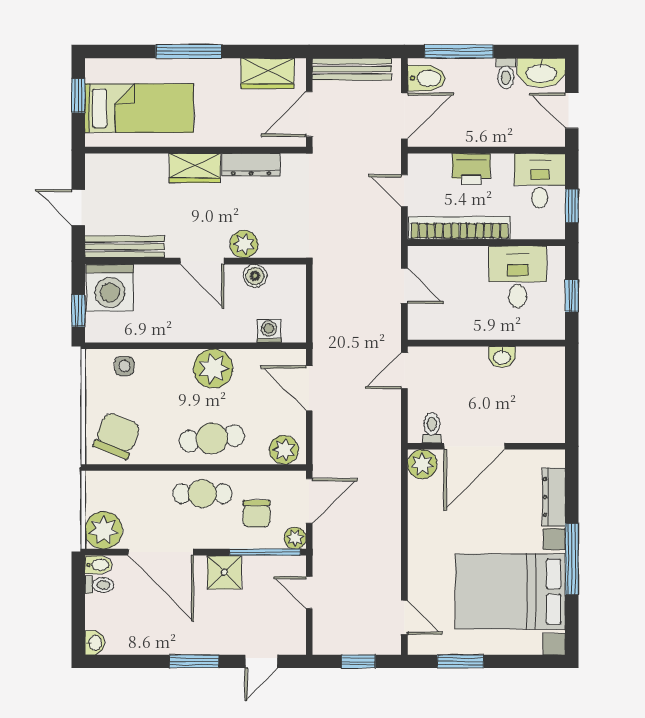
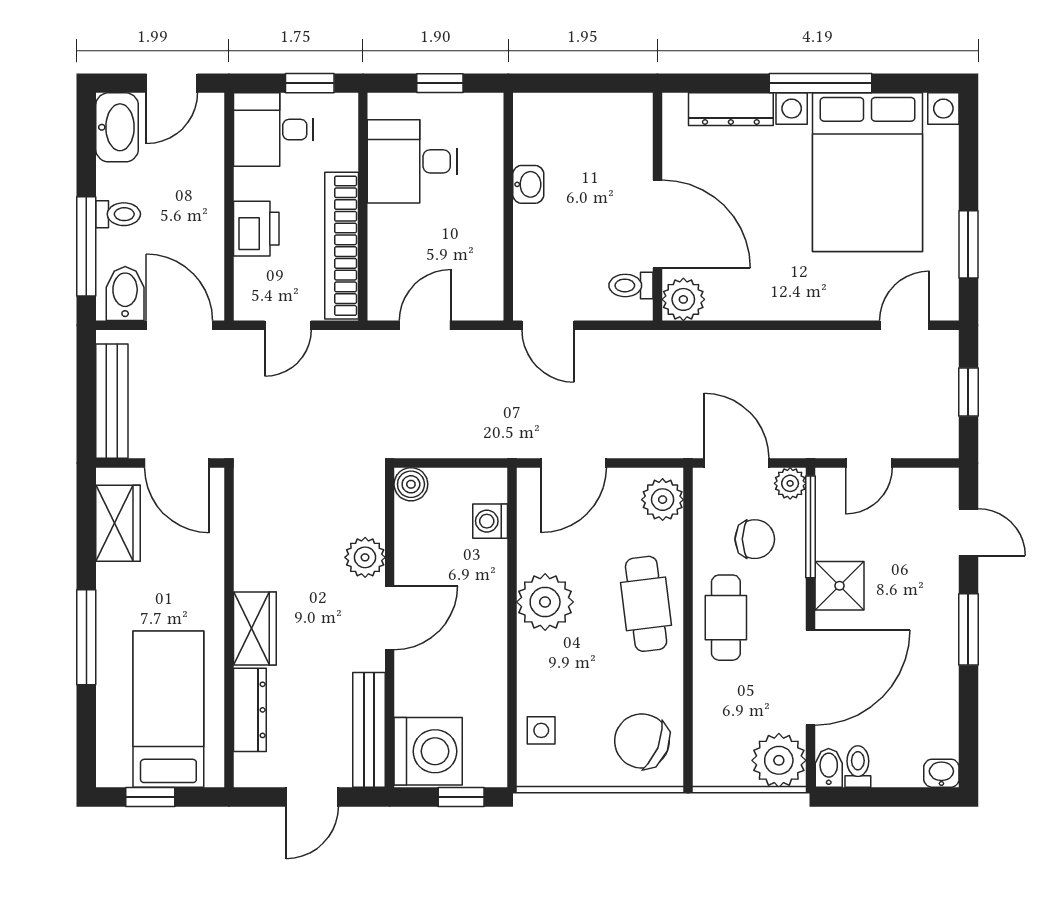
toilet: (506, 73) -> (118, 214), moved
dresser: (251, 165) -> (250, 710), moved
boiler: (255, 276) -> (411, 484), moved

